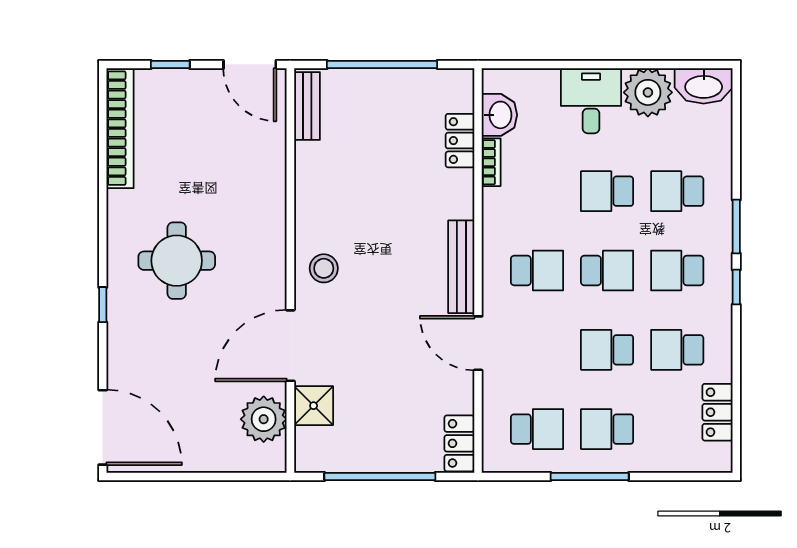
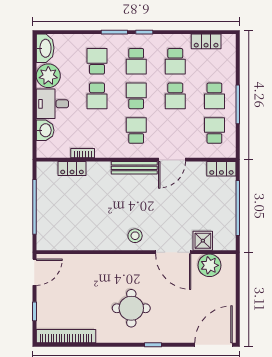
bench: (307, 106) -> (55, 244), removed
washbasin: (499, 115) -> (45, 130), moved, turned 90
school desk: (677, 191) -> (97, 61), turned 180

